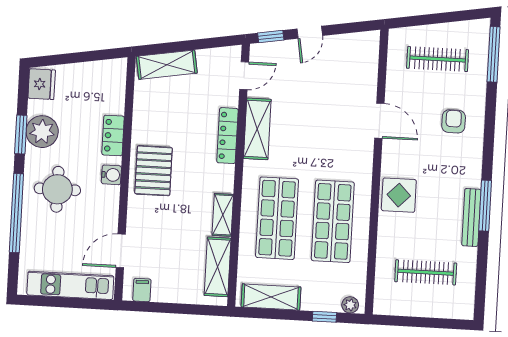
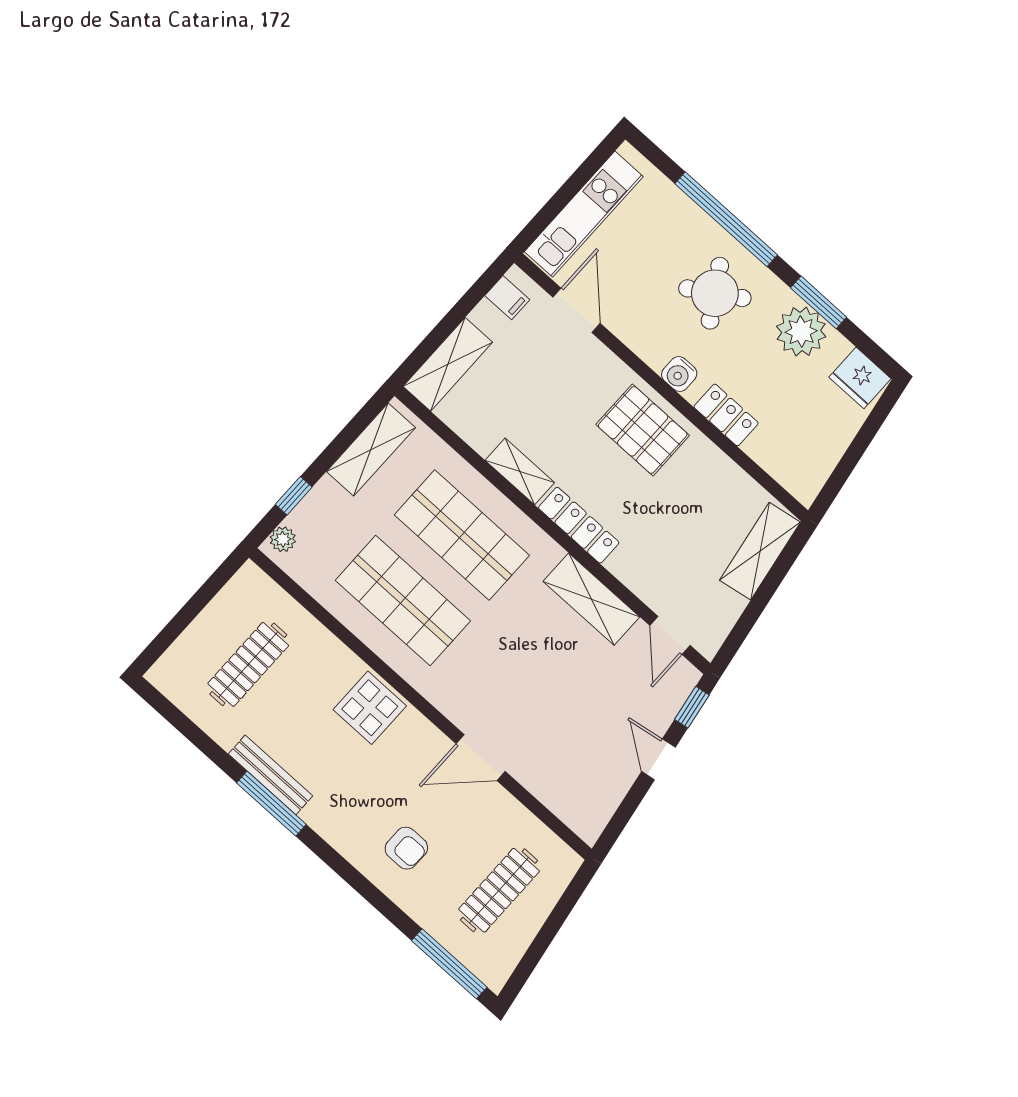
locker: (227, 136) -> (579, 525), moved
round table: (57, 189) -> (715, 293), turned -32
shelving: (218, 267) -> (448, 364), moved, turned 90

